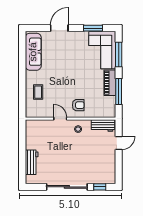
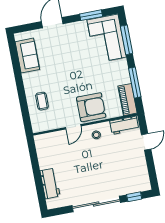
sofa: (33, 52) -> (27, 56), width x0.73
piano: (110, 83) -> (127, 100), moved
armchair: (78, 105) -> (91, 107), width x1.88, depth x1.88
door: (60, 119) -> (73, 127), swing flipped

